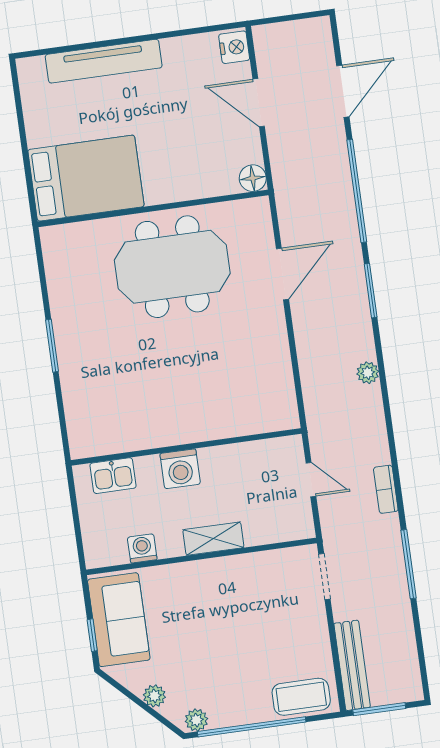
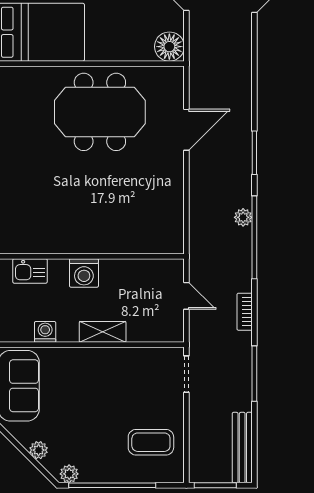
floor lamp: (253, 178) -> (169, 47), width x1.38, depth x1.38
window: (357, 191) -> (254, 237), moved
bench: (352, 665) -> (242, 448), moved
coffee table: (301, 697) -> (151, 442), moved

